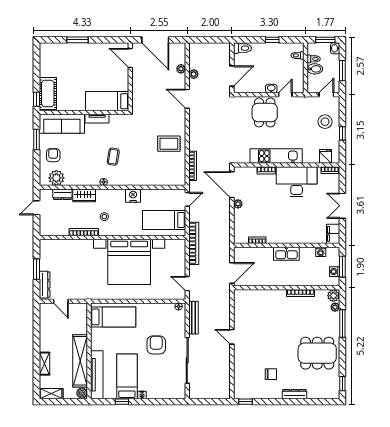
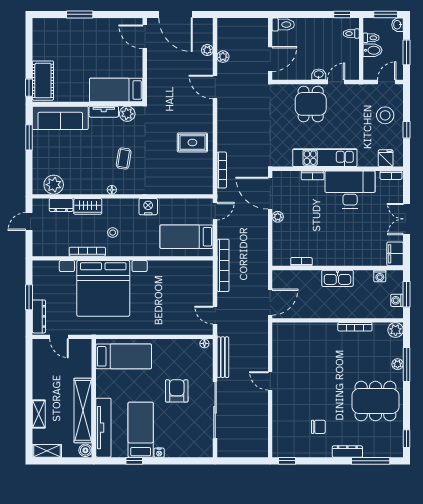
window: (272, 40) -> (342, 14), moved
plant: (116, 120) -> (127, 114), added
armchair: (53, 155) -> (50, 157), removed
bed with nightstands: (129, 262) -> (103, 288), moved
plant: (335, 307) -> (398, 364), moved
window: (313, 402) -> (371, 461), added

